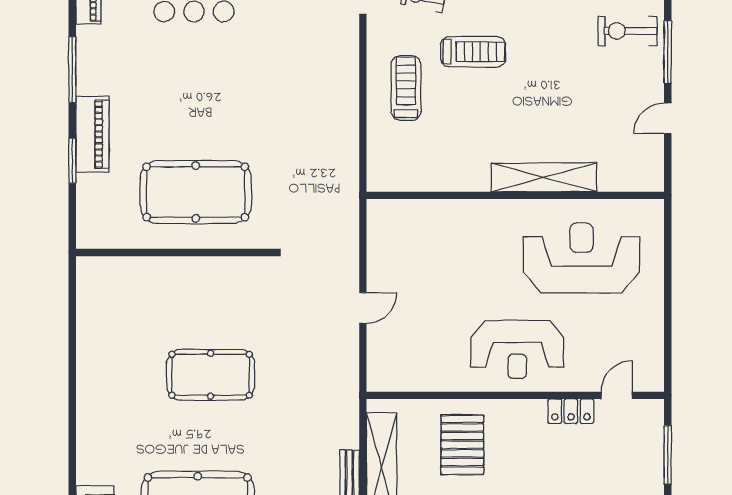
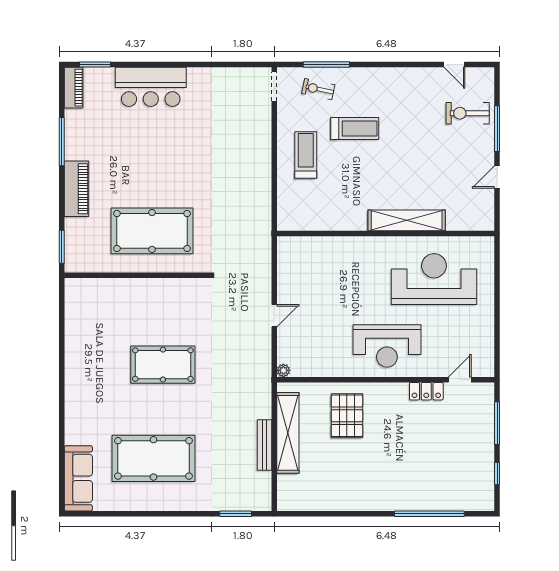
window: (72, 161) -> (62, 247), moved
plant: (376, 383) -> (283, 370), added

